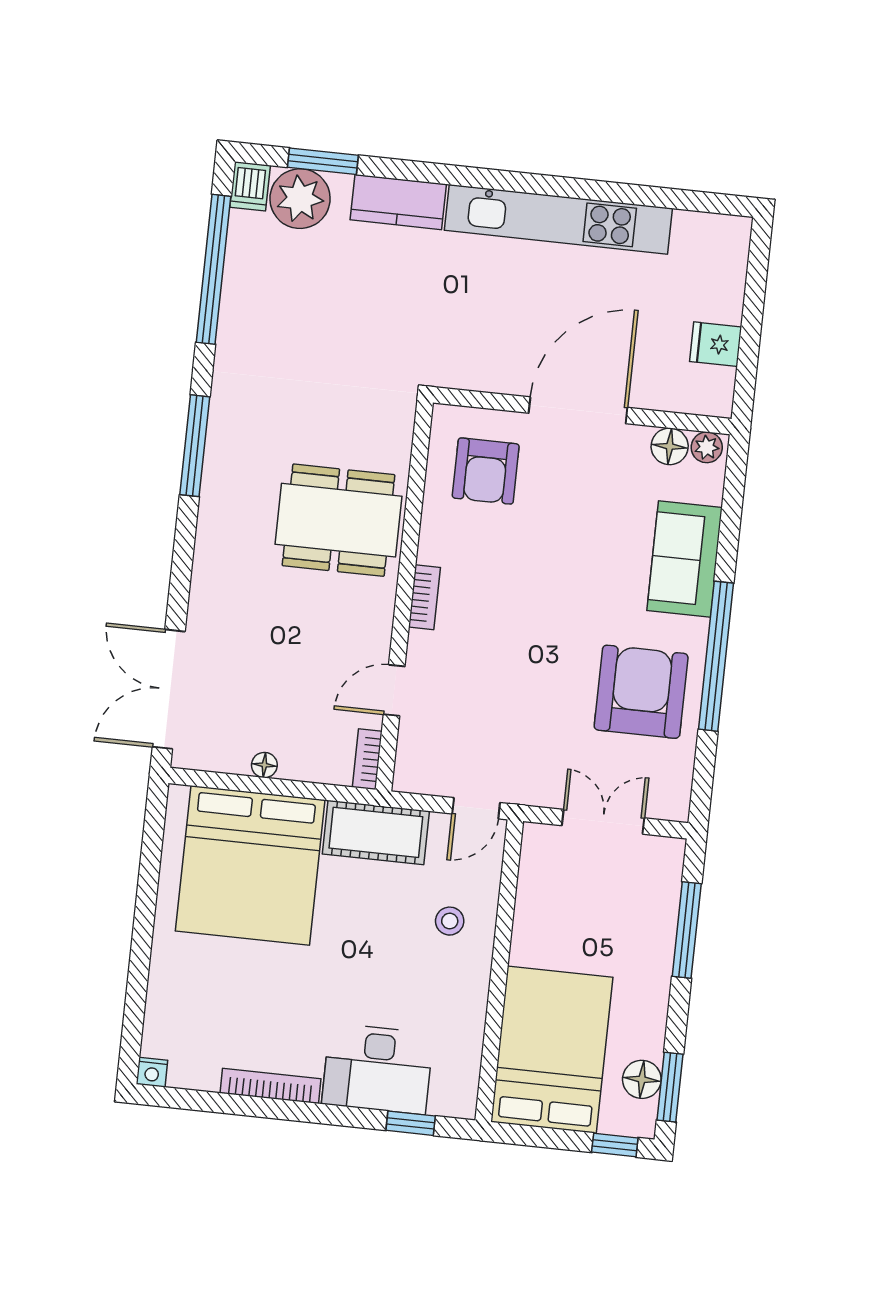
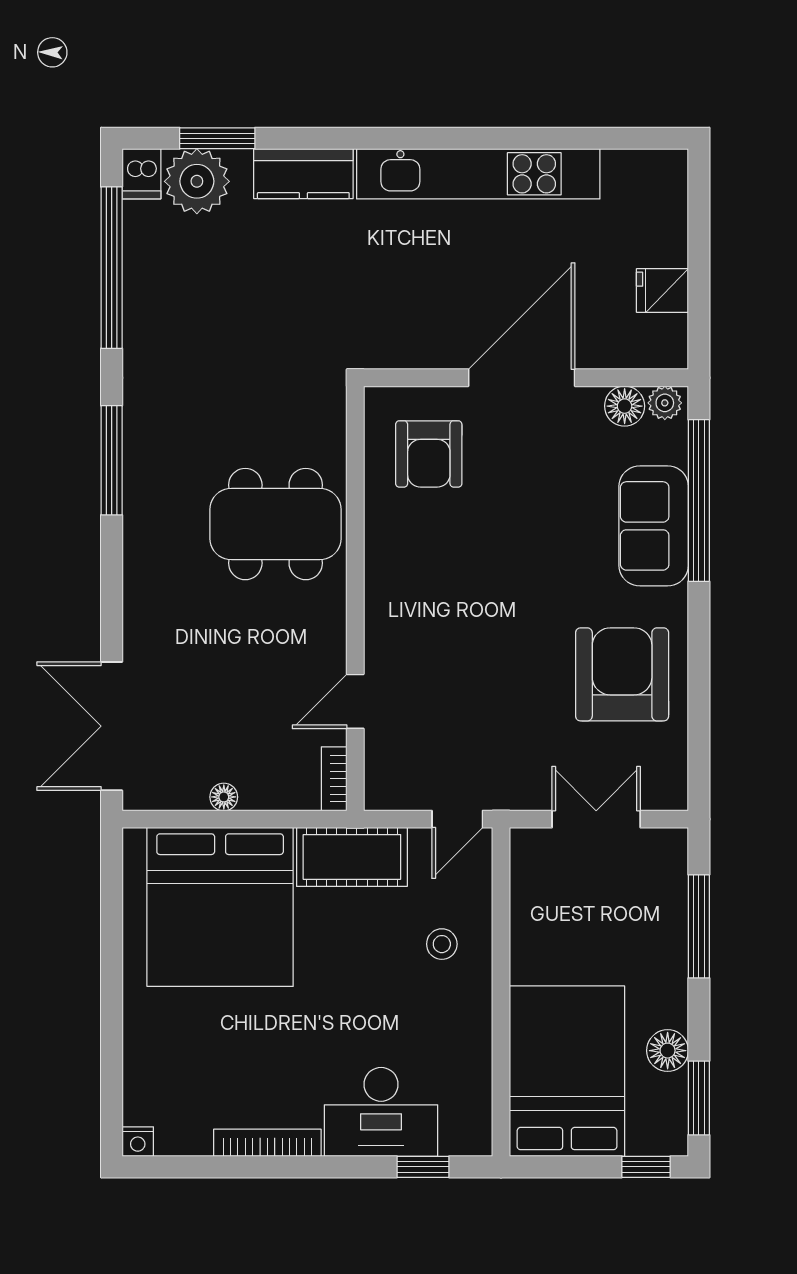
bookcase: (424, 597) -> (377, 597), removed
window: (716, 656) -> (699, 500), moved
floor lamp: (642, 1079) -> (668, 1051), moved

